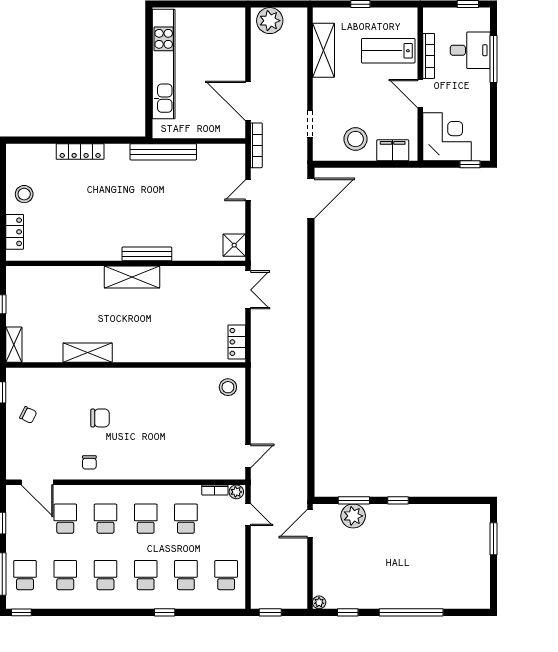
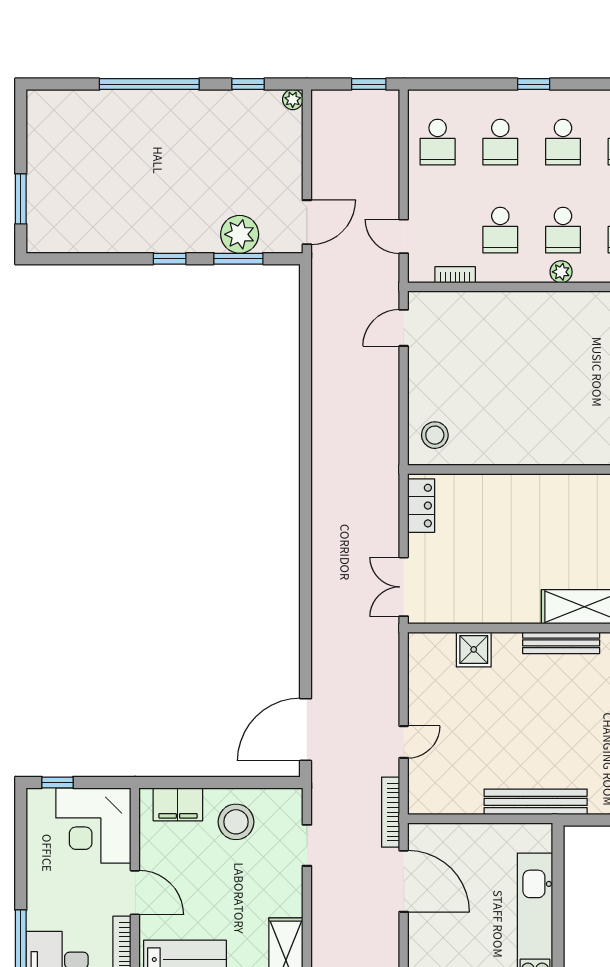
shower: (234, 245) -> (474, 649), moved
plant: (236, 492) -> (561, 272), moved

